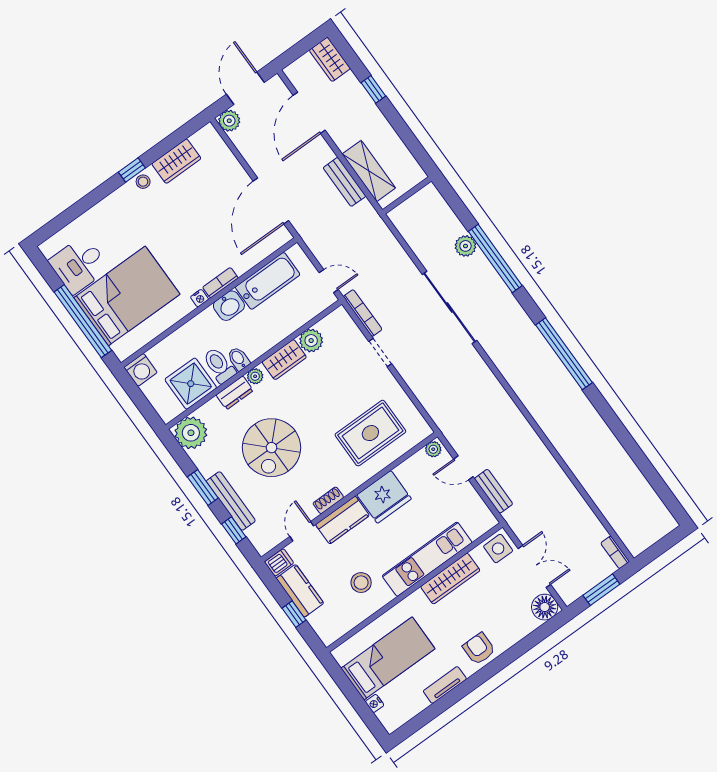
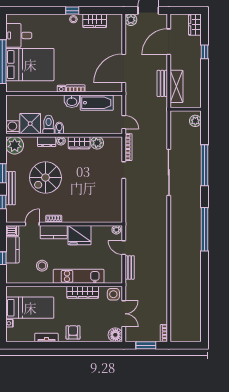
plant: (465, 246) -> (195, 121), moved
washing machine: (141, 370) -> (12, 127), moved, turned 180
rug: (370, 433) -> (94, 203), removed

